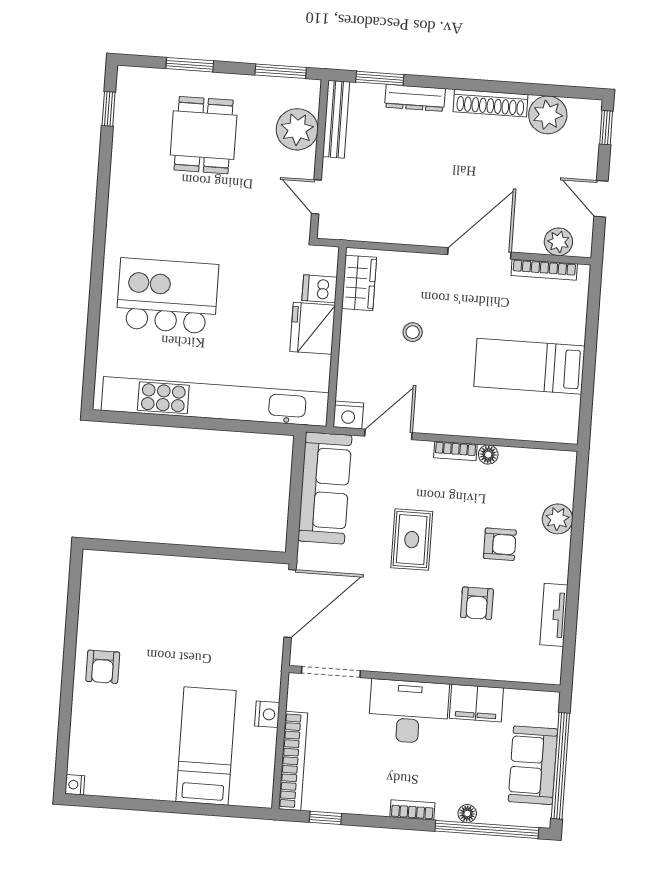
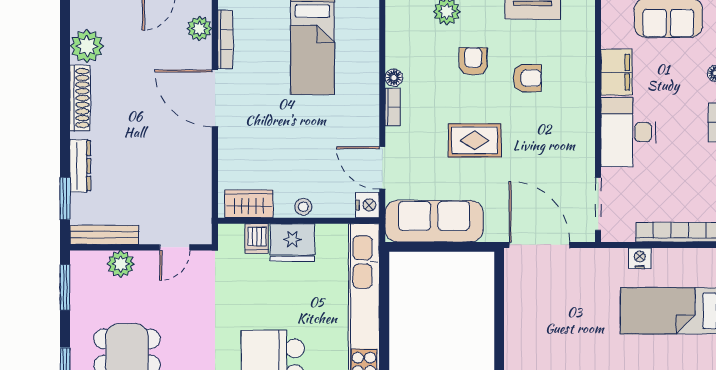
plant: (297, 129) -> (121, 264), width x0.73, depth x0.73
stool: (413, 332) -> (303, 207), moved

